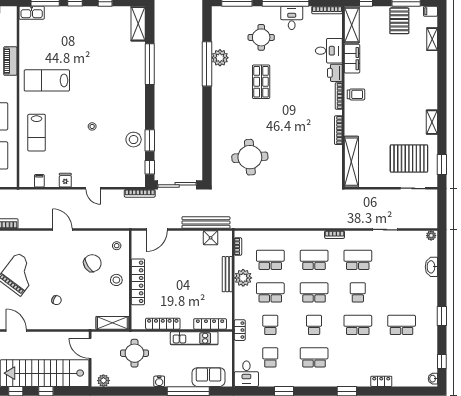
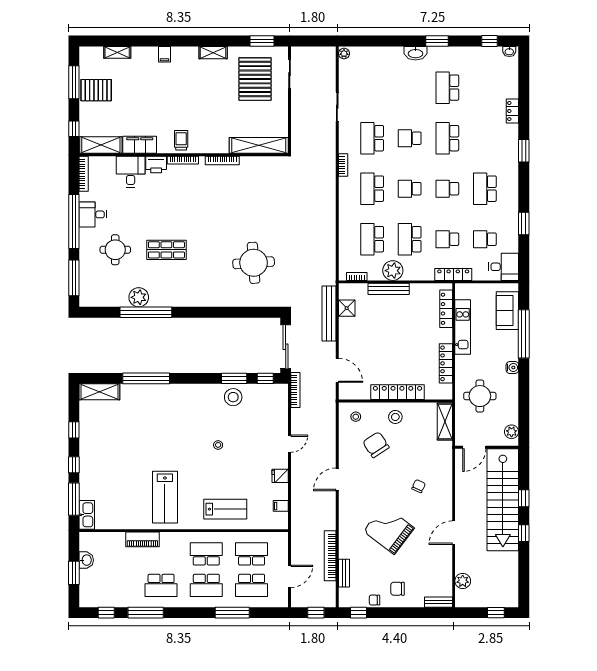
filing cabinet: (430, 11) -> (164, 54), moved
washbasin: (431, 267) -> (415, 53), moved
school desk: (314, 292) -> (410, 189), width x0.54
locker: (240, 330) -> (453, 274), width x1.53

